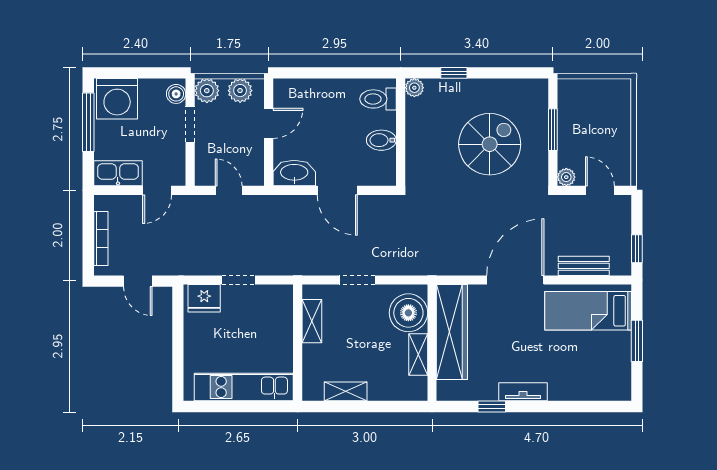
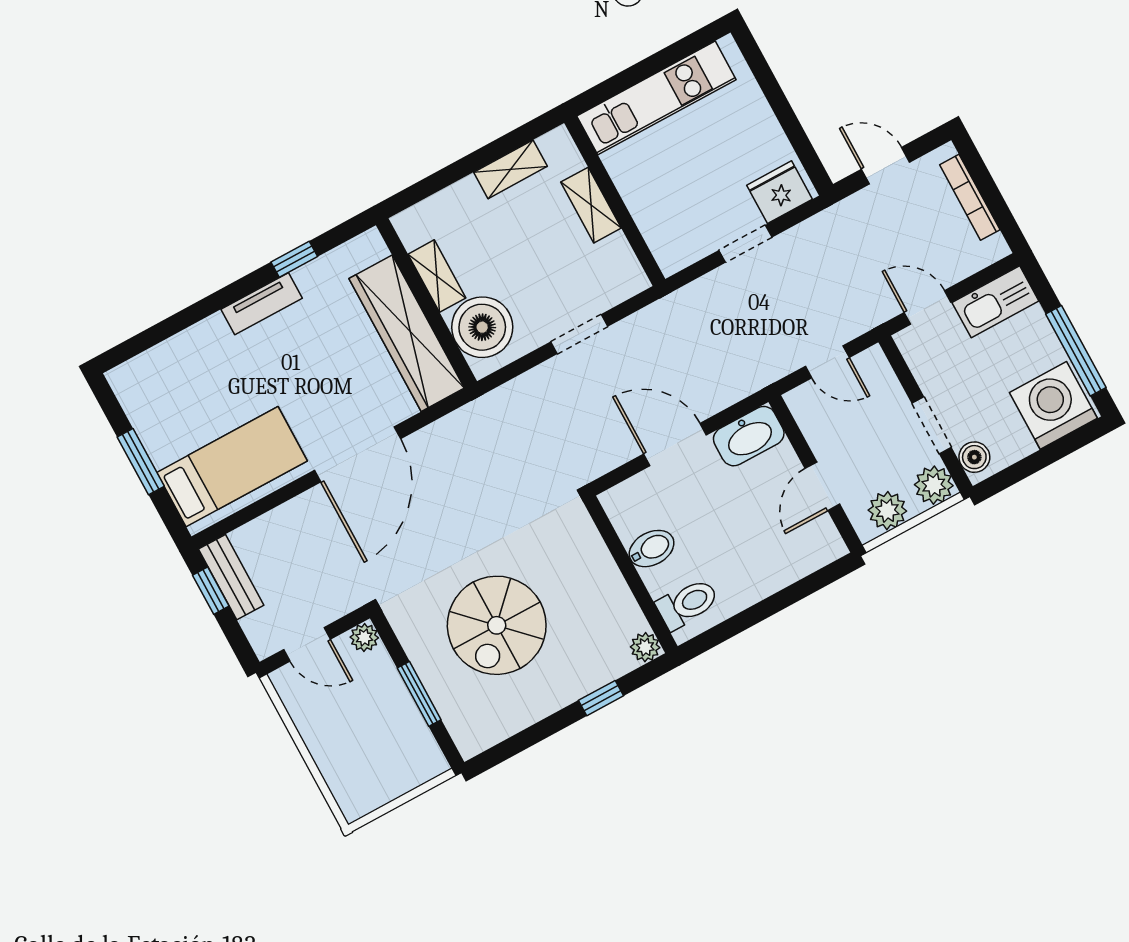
door: (157, 190) -> (928, 307), hinge flipped
bench: (584, 266) -> (231, 577), moved, turned 90
shelving: (312, 321) -> (591, 205), moved

